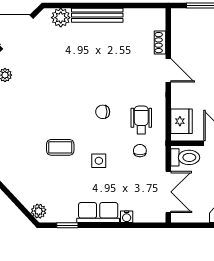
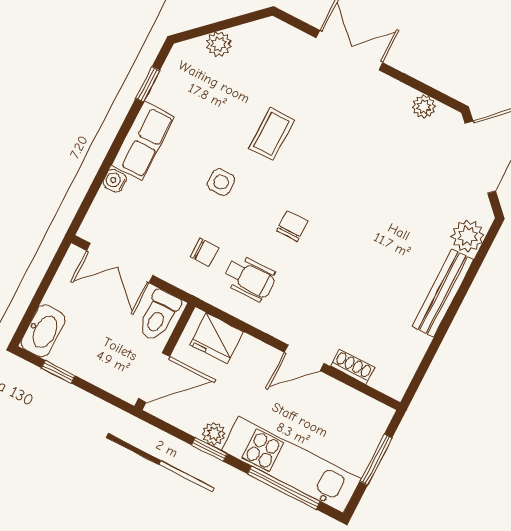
plant: (39, 211) -> (219, 44), moved

